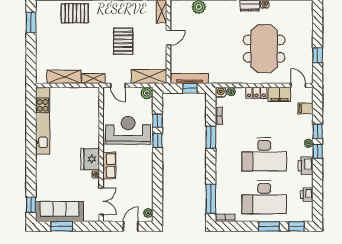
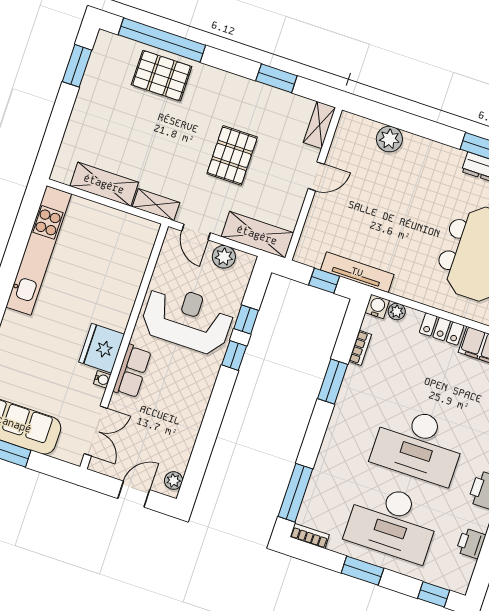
tv unit: (190, 79) -> (357, 272), moved
plant: (147, 93) -> (224, 257), moved
window: (269, 226) -> (362, 571), moved

